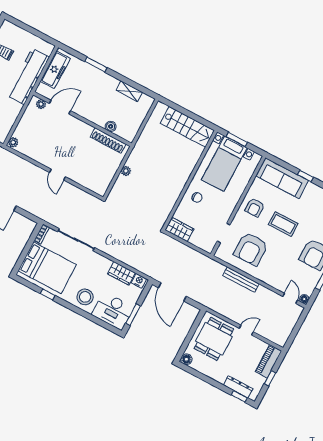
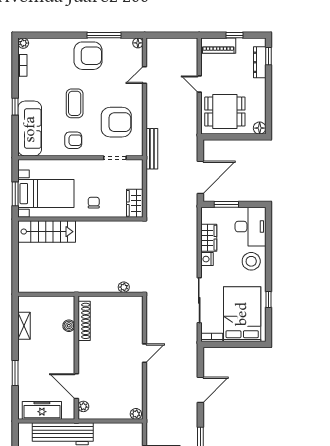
stairs: (187, 127) -> (47, 232), moved, turned 90
plant: (126, 171) -> (124, 287), moved
bench: (241, 280) -> (152, 149), moved
nightstand: (139, 281) -> (207, 259), moved
door: (290, 298) -> (145, 75), moved
window: (133, 315) -> (226, 204), moved

